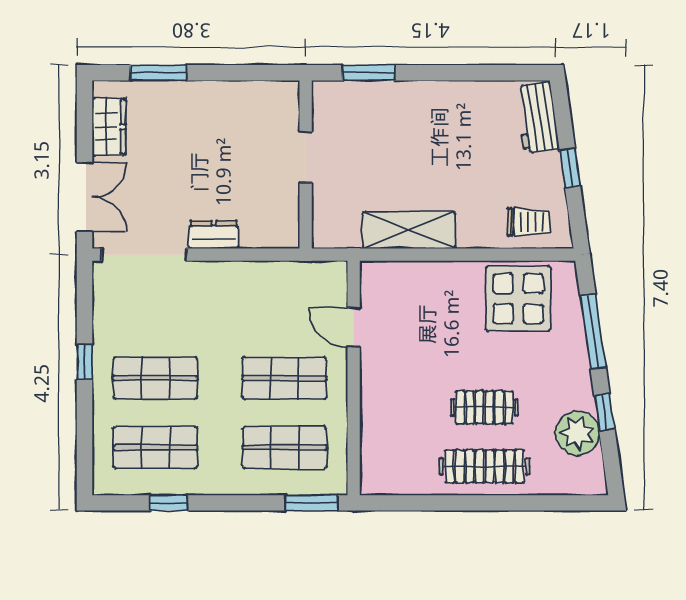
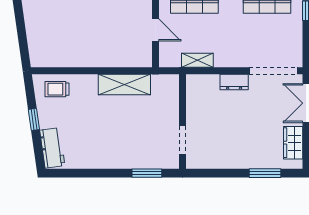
doorway: (306, 157) -> (182, 140), moved
shelving: (279, 273) -> (197, 60), added
display table: (518, 299) -> (63, 46), removed
window: (593, 331) -> (21, 28), removed

